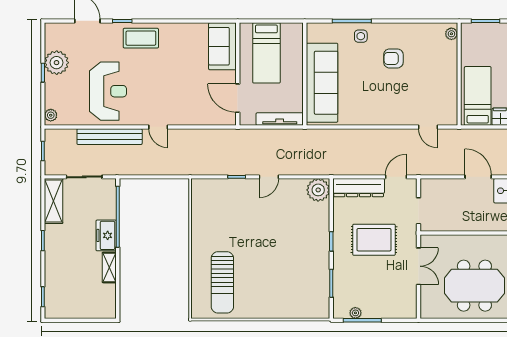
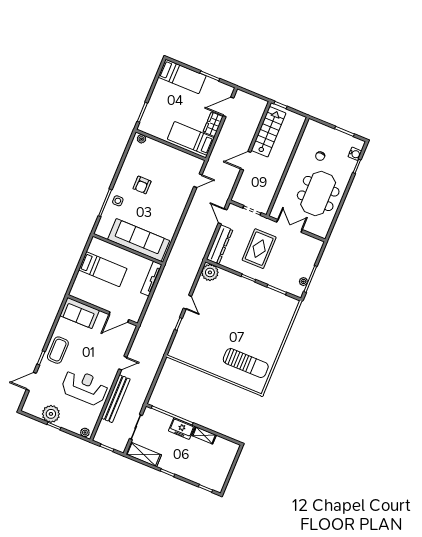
sofa: (222, 46) -> (80, 313), moved
wall: (238, 74) -> (103, 310), moved
door: (238, 98) -> (119, 317), moved

